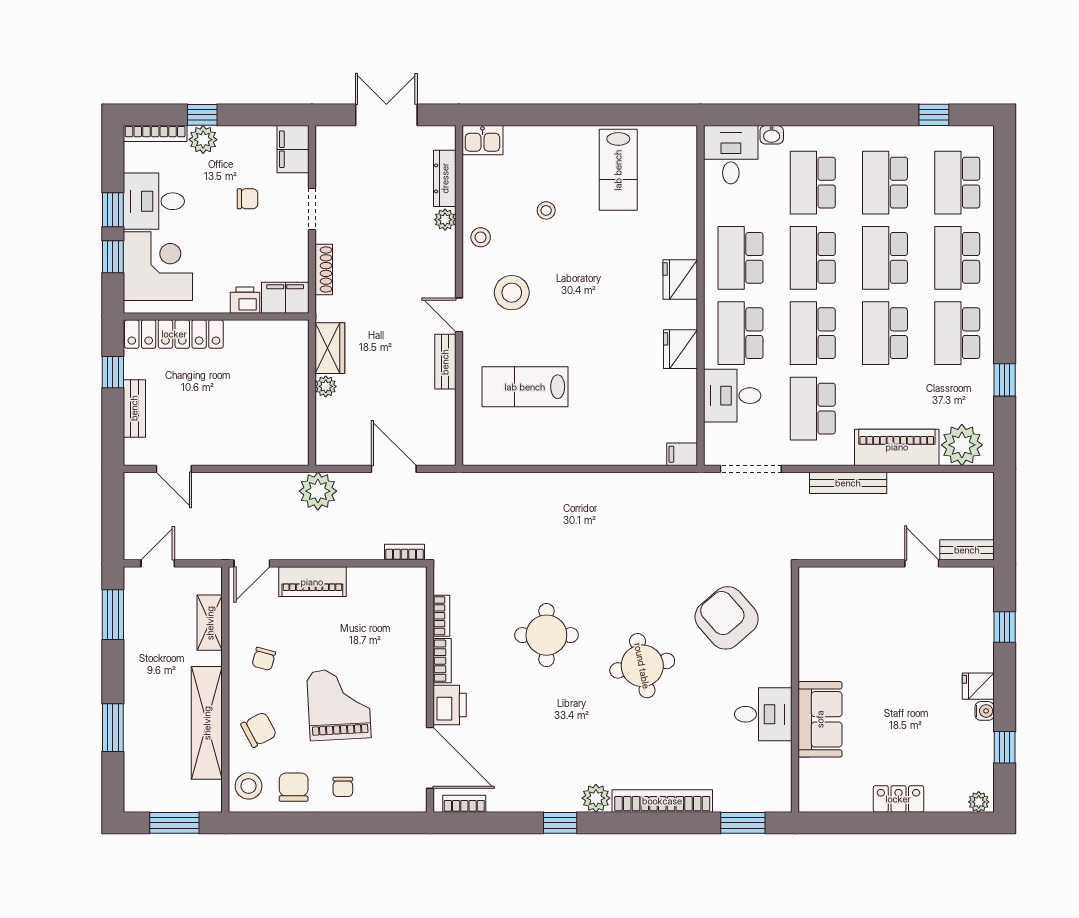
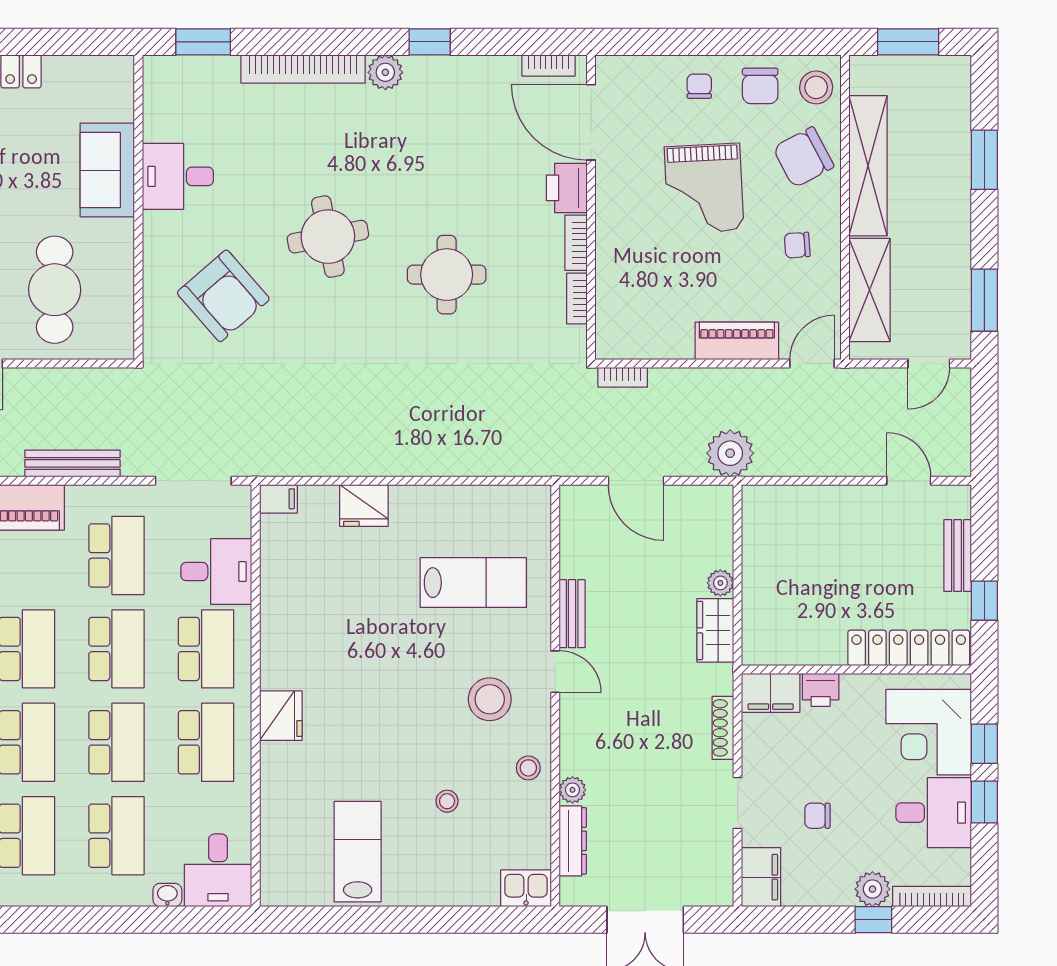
fridge: (680, 349) -> (364, 506), moved, turned 90
shelving: (210, 623) -> (869, 290), width x1.50, depth x1.33
cafe table: (863, 623) -> (55, 290), added
chair: (264, 659) -> (797, 245), turned -109
chair: (259, 730) -> (803, 157), width x1.37, depth x1.37

